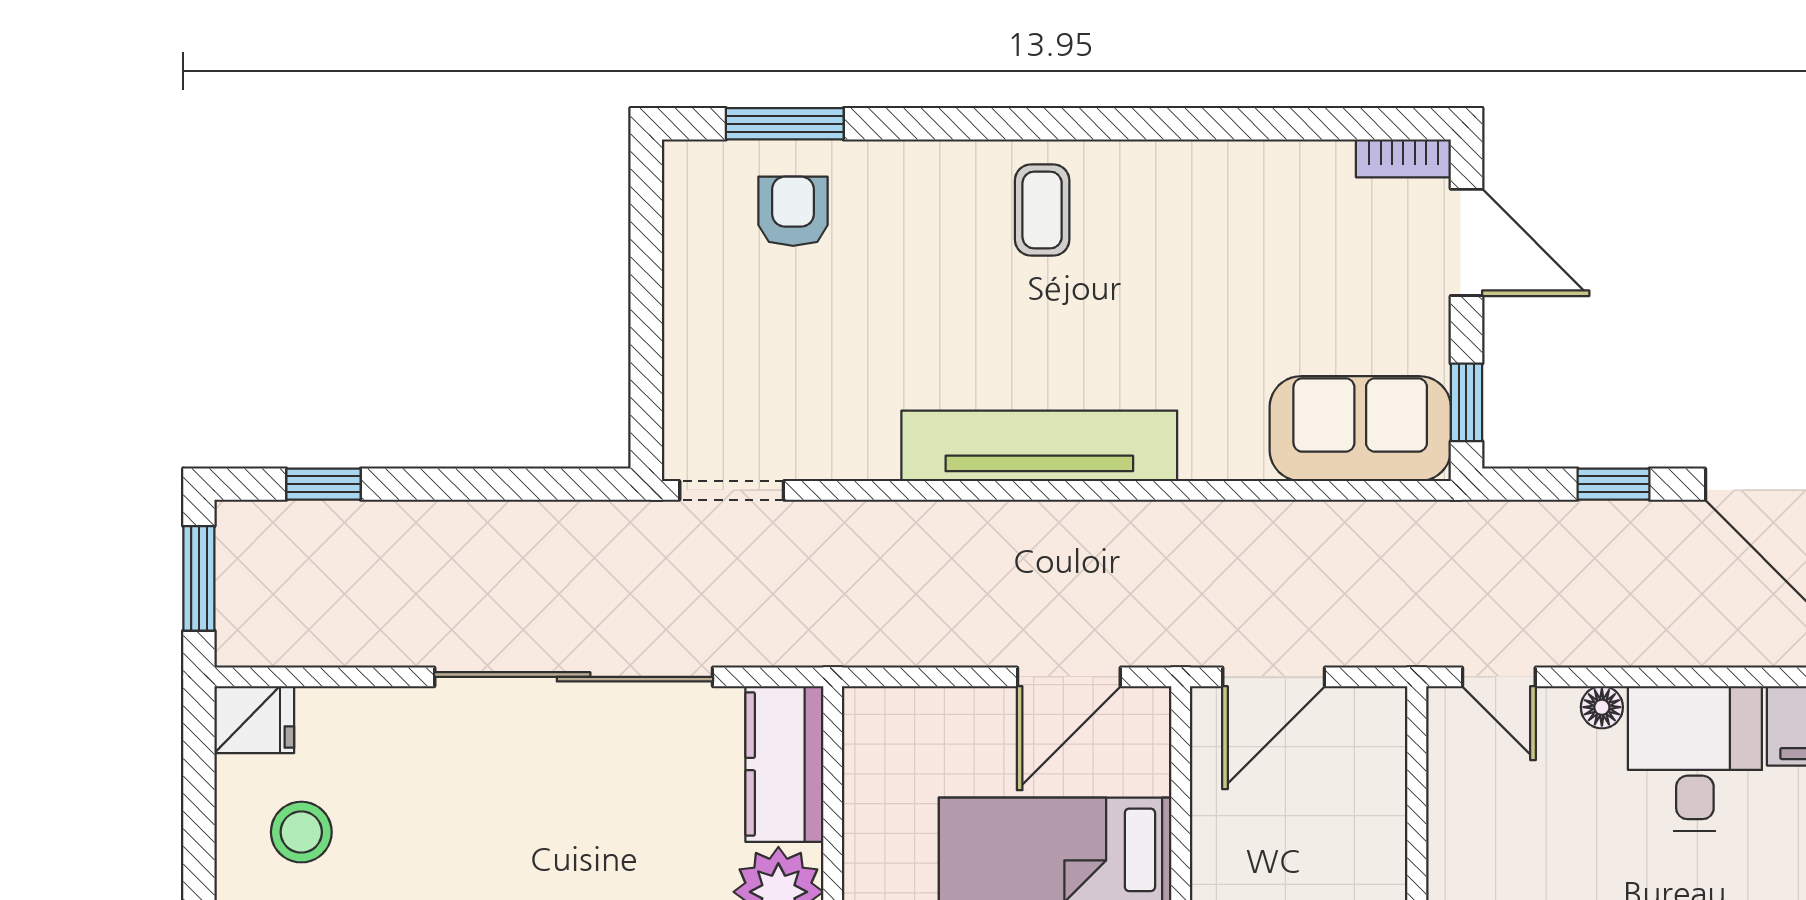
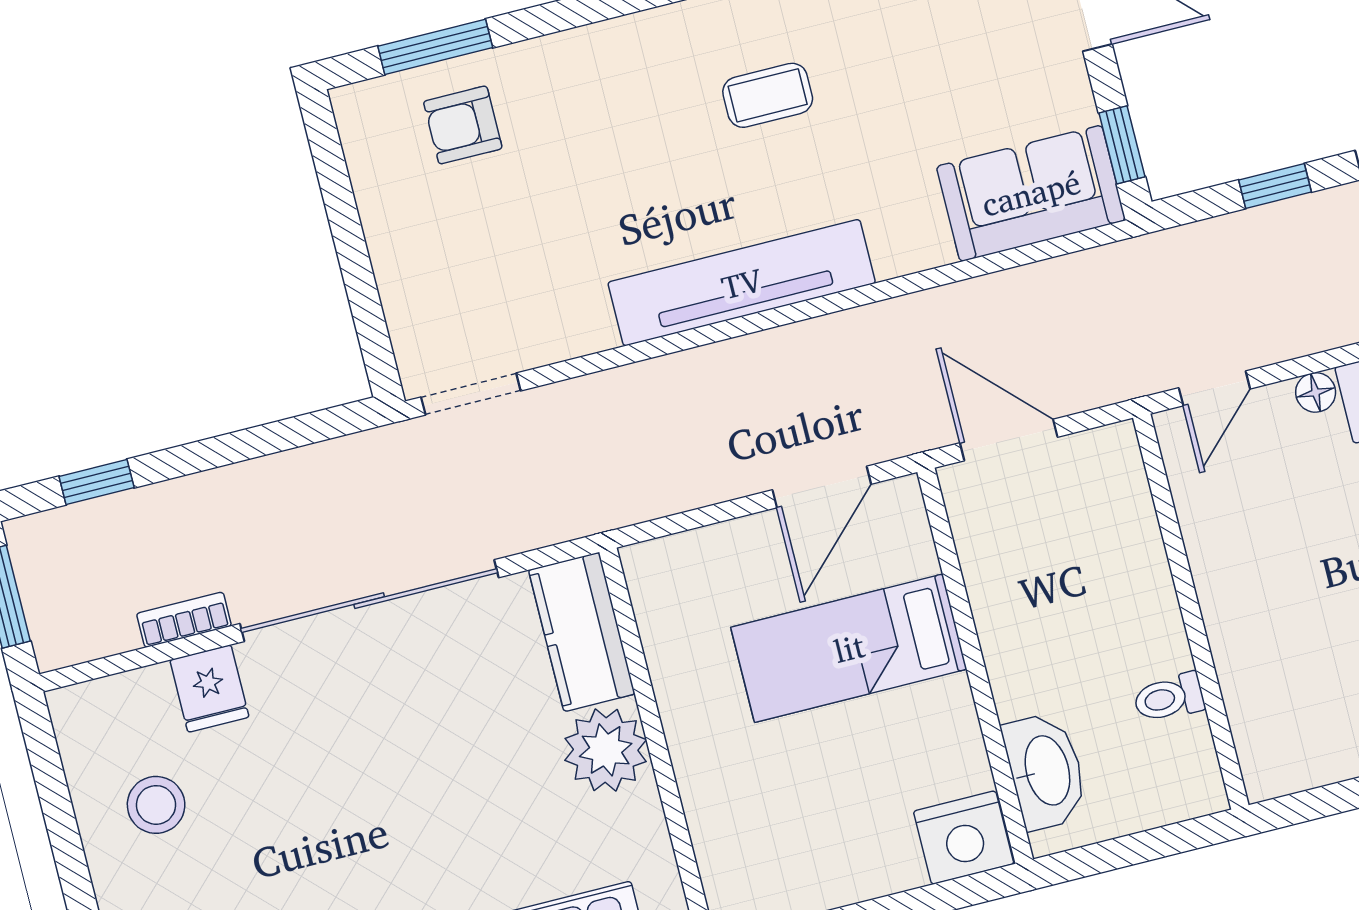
coffee table: (1042, 210) -> (768, 95), moved, turned 90
armchair: (793, 211) -> (463, 125), turned -90
bookcase: (378, 649) -> (184, 620), added
door: (1274, 677) -> (1009, 440), swing flipped
door: (1499, 677) -> (1214, 388), hinge flipped
fridge: (254, 720) -> (209, 689), moved, turned 90

